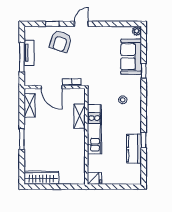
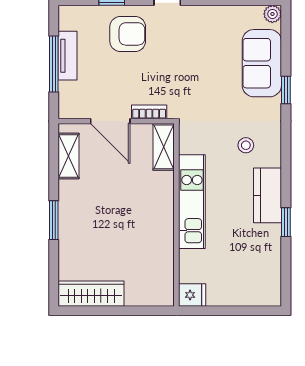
armchair: (61, 41) -> (128, 34), turned -108
shelving: (79, 116) -> (164, 147), moved
kitchen counter: (134, 149) -> (268, 195), moved

